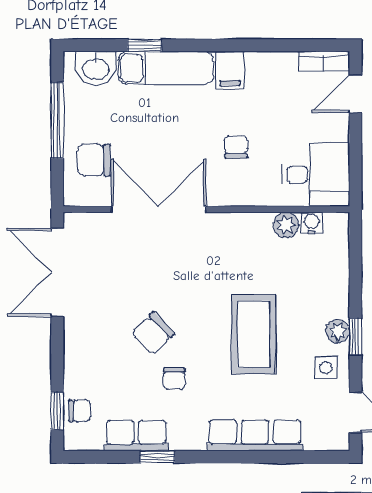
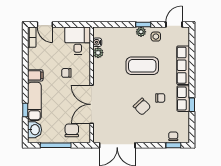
chair: (94, 160) -> (72, 130), turned 180
row of seats: (136, 436) -> (183, 99), moved

